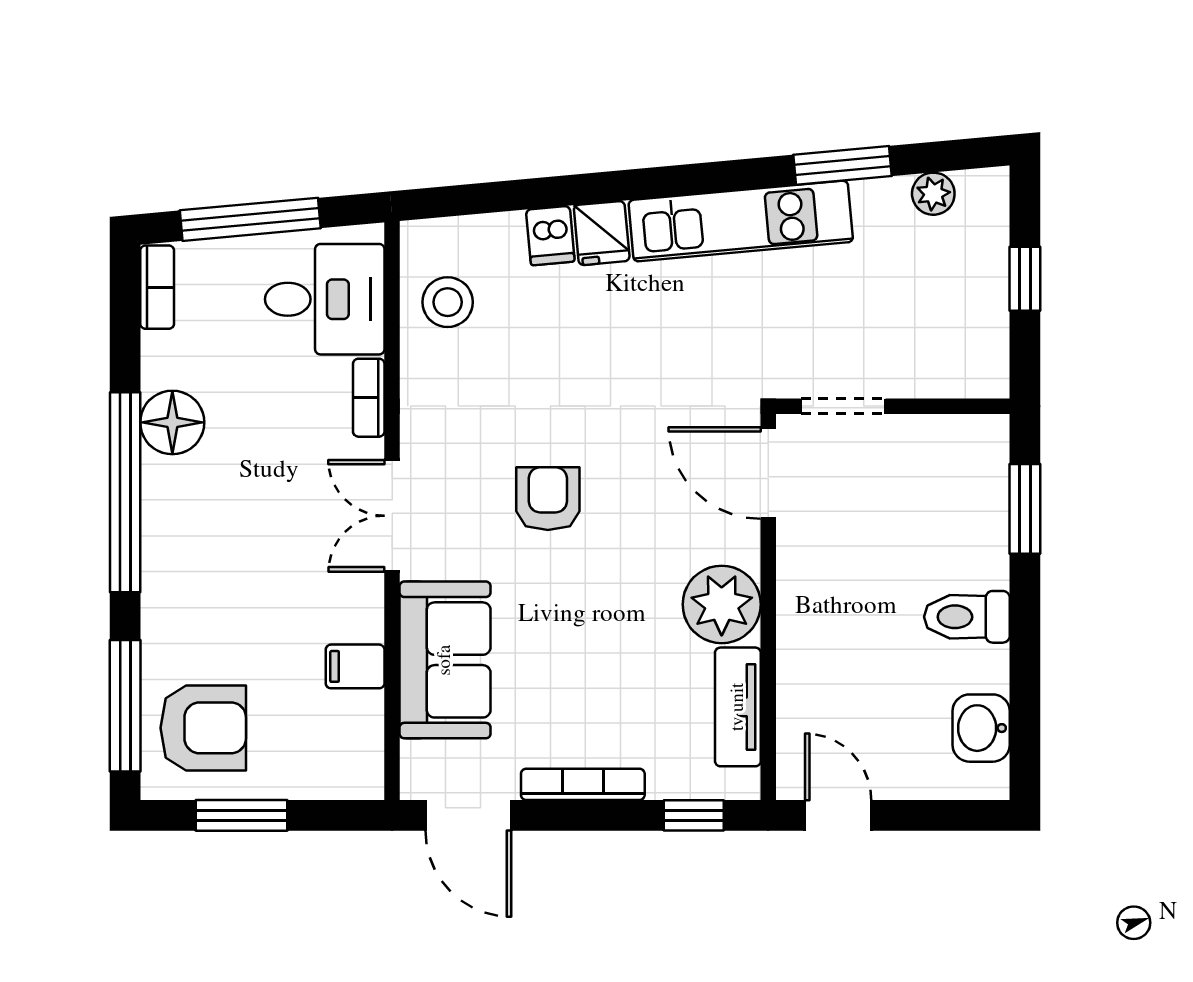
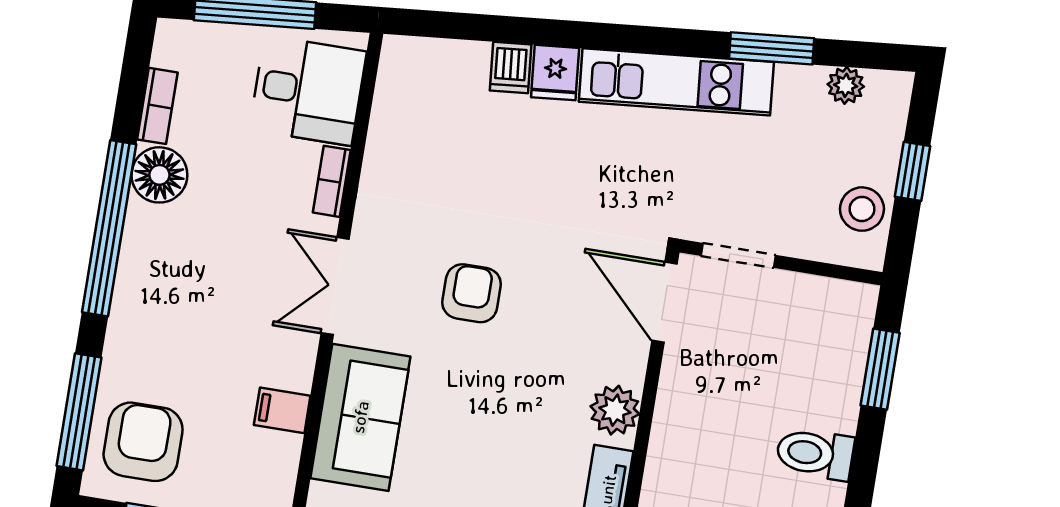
bookcase: (157, 287) -> (157, 106), moved
stool: (448, 302) -> (862, 209), moved
plant: (722, 604) -> (615, 410), width x0.73, depth x0.73
armchair: (203, 728) -> (143, 442), turned -90

